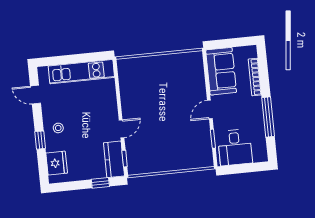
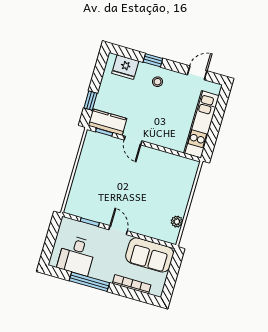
plant: (180, 58) -> (177, 222), added
desk: (235, 147) -> (77, 255), moved, turned -90

